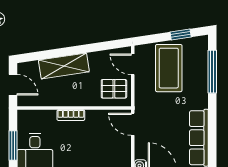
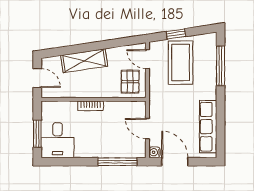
window: (181, 34) -> (176, 34), moved
pallet: (114, 89) -> (130, 82), turned 90
door: (133, 124) -> (147, 129), moved

